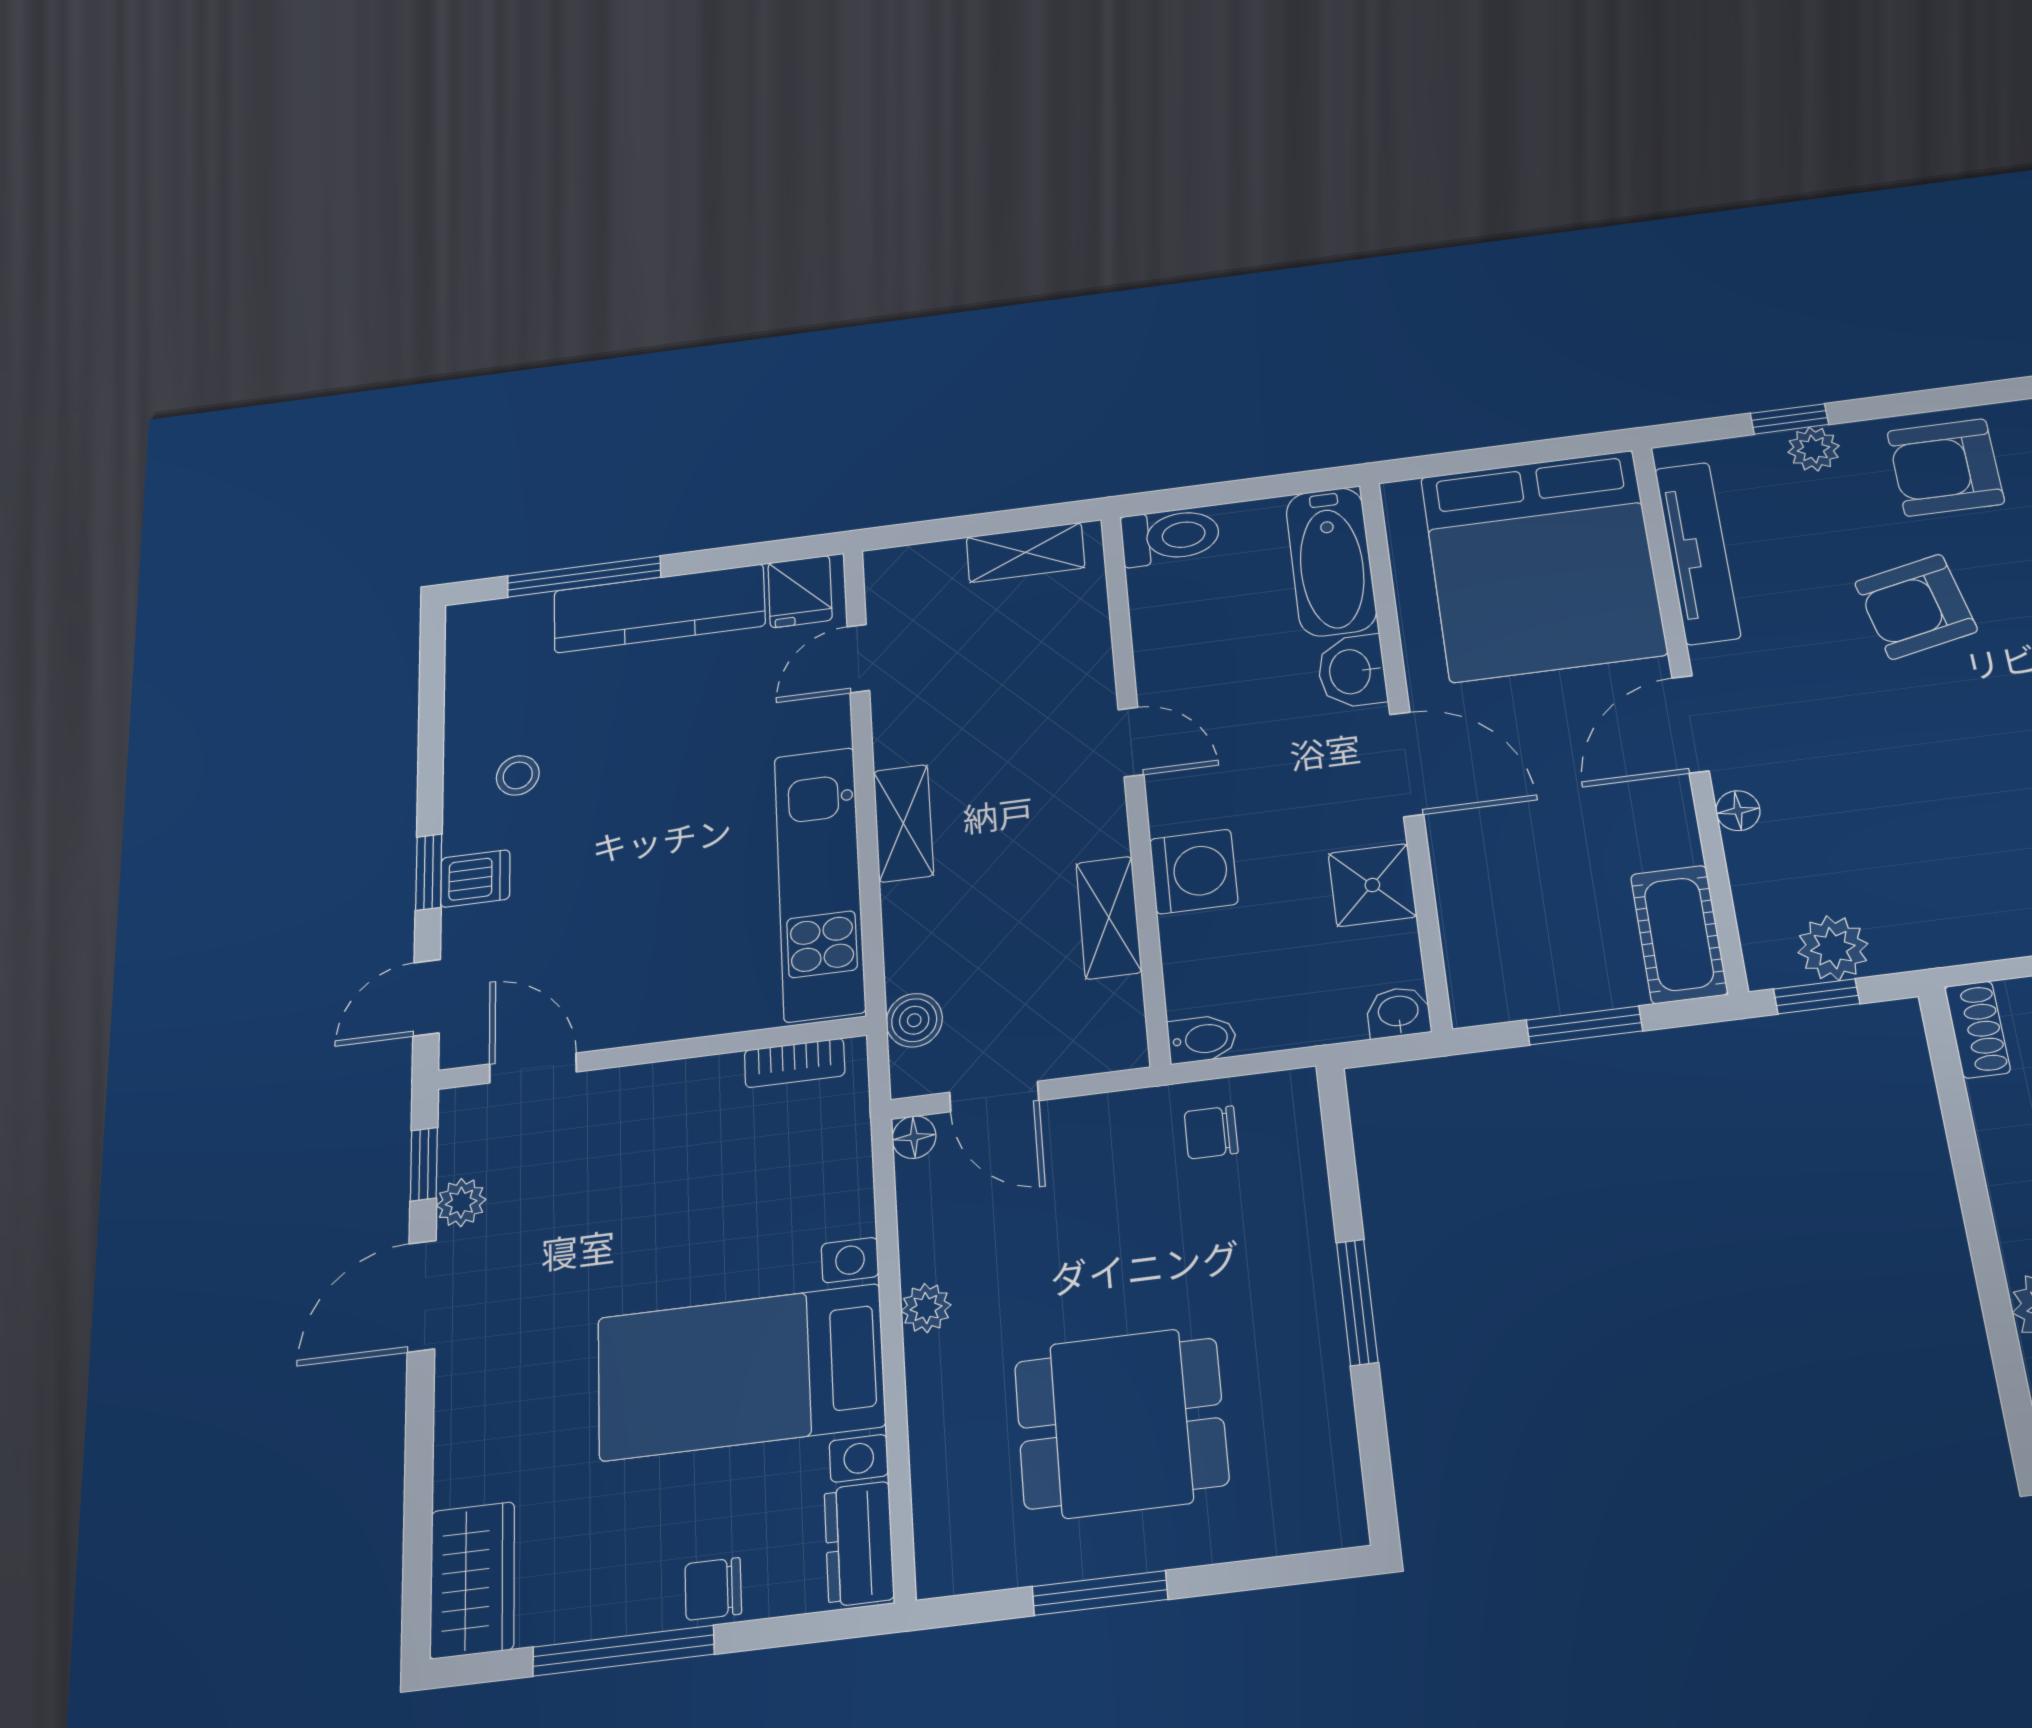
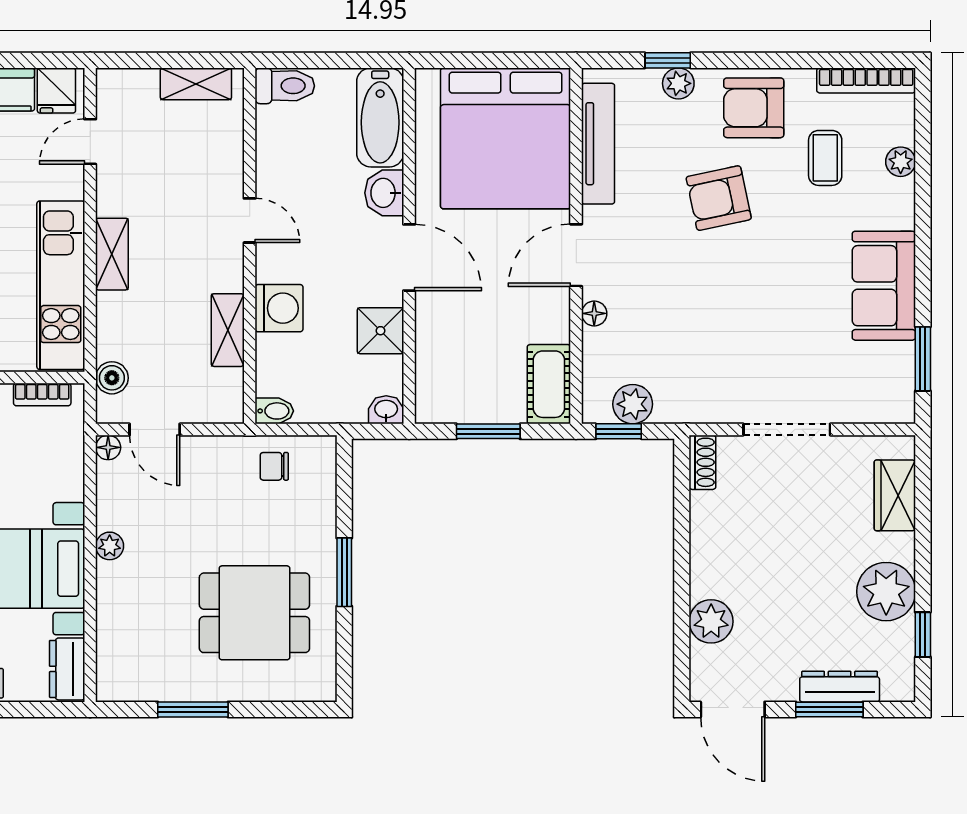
dining table: (1121, 1423) -> (254, 613), moved

